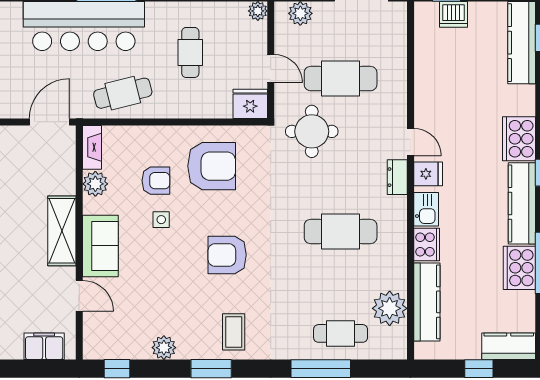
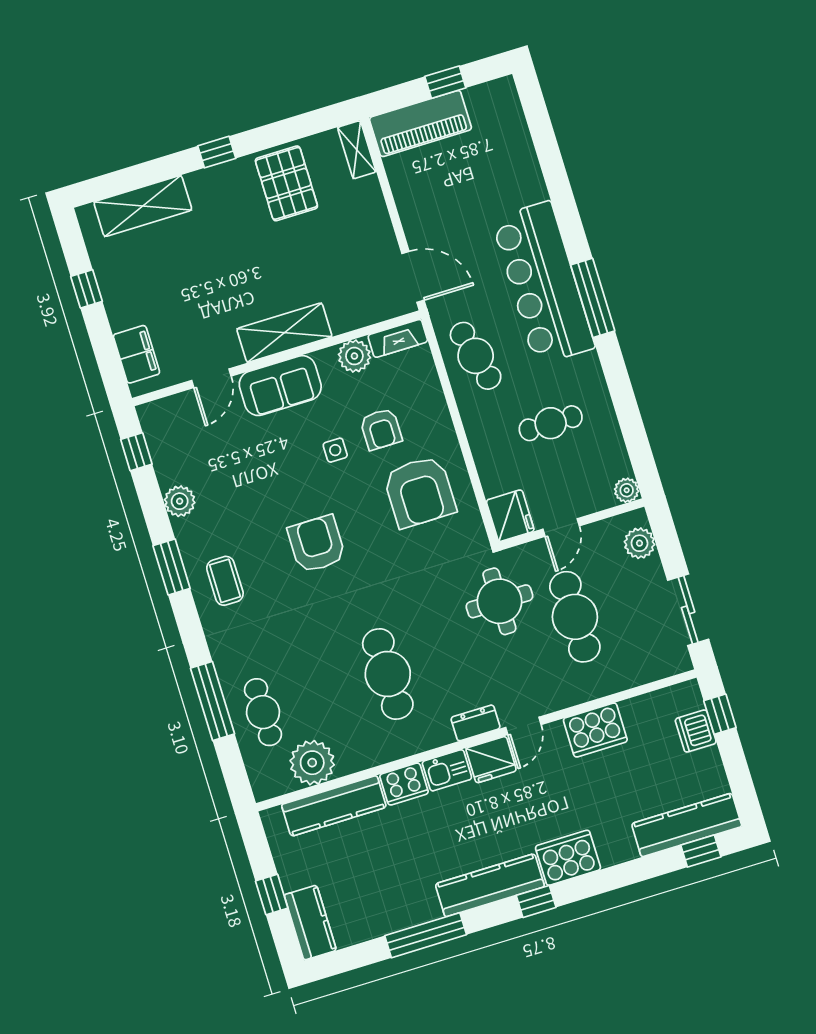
fridge: (428, 174) -> (491, 760), width x1.38
cooker: (519, 268) -> (595, 730), moved, turned 180
coffee table: (234, 332) -> (225, 581), turned 90

